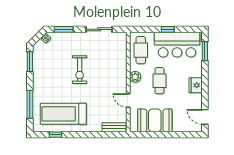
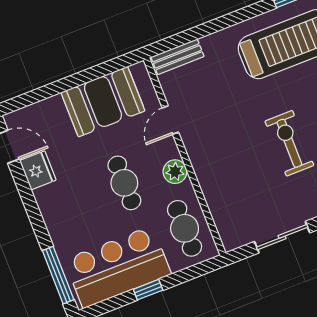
window: (205, 51) -> (58, 275), width x1.44
fridge: (196, 85) -> (38, 170), moved
door: (128, 101) -> (170, 120), swing flipped

